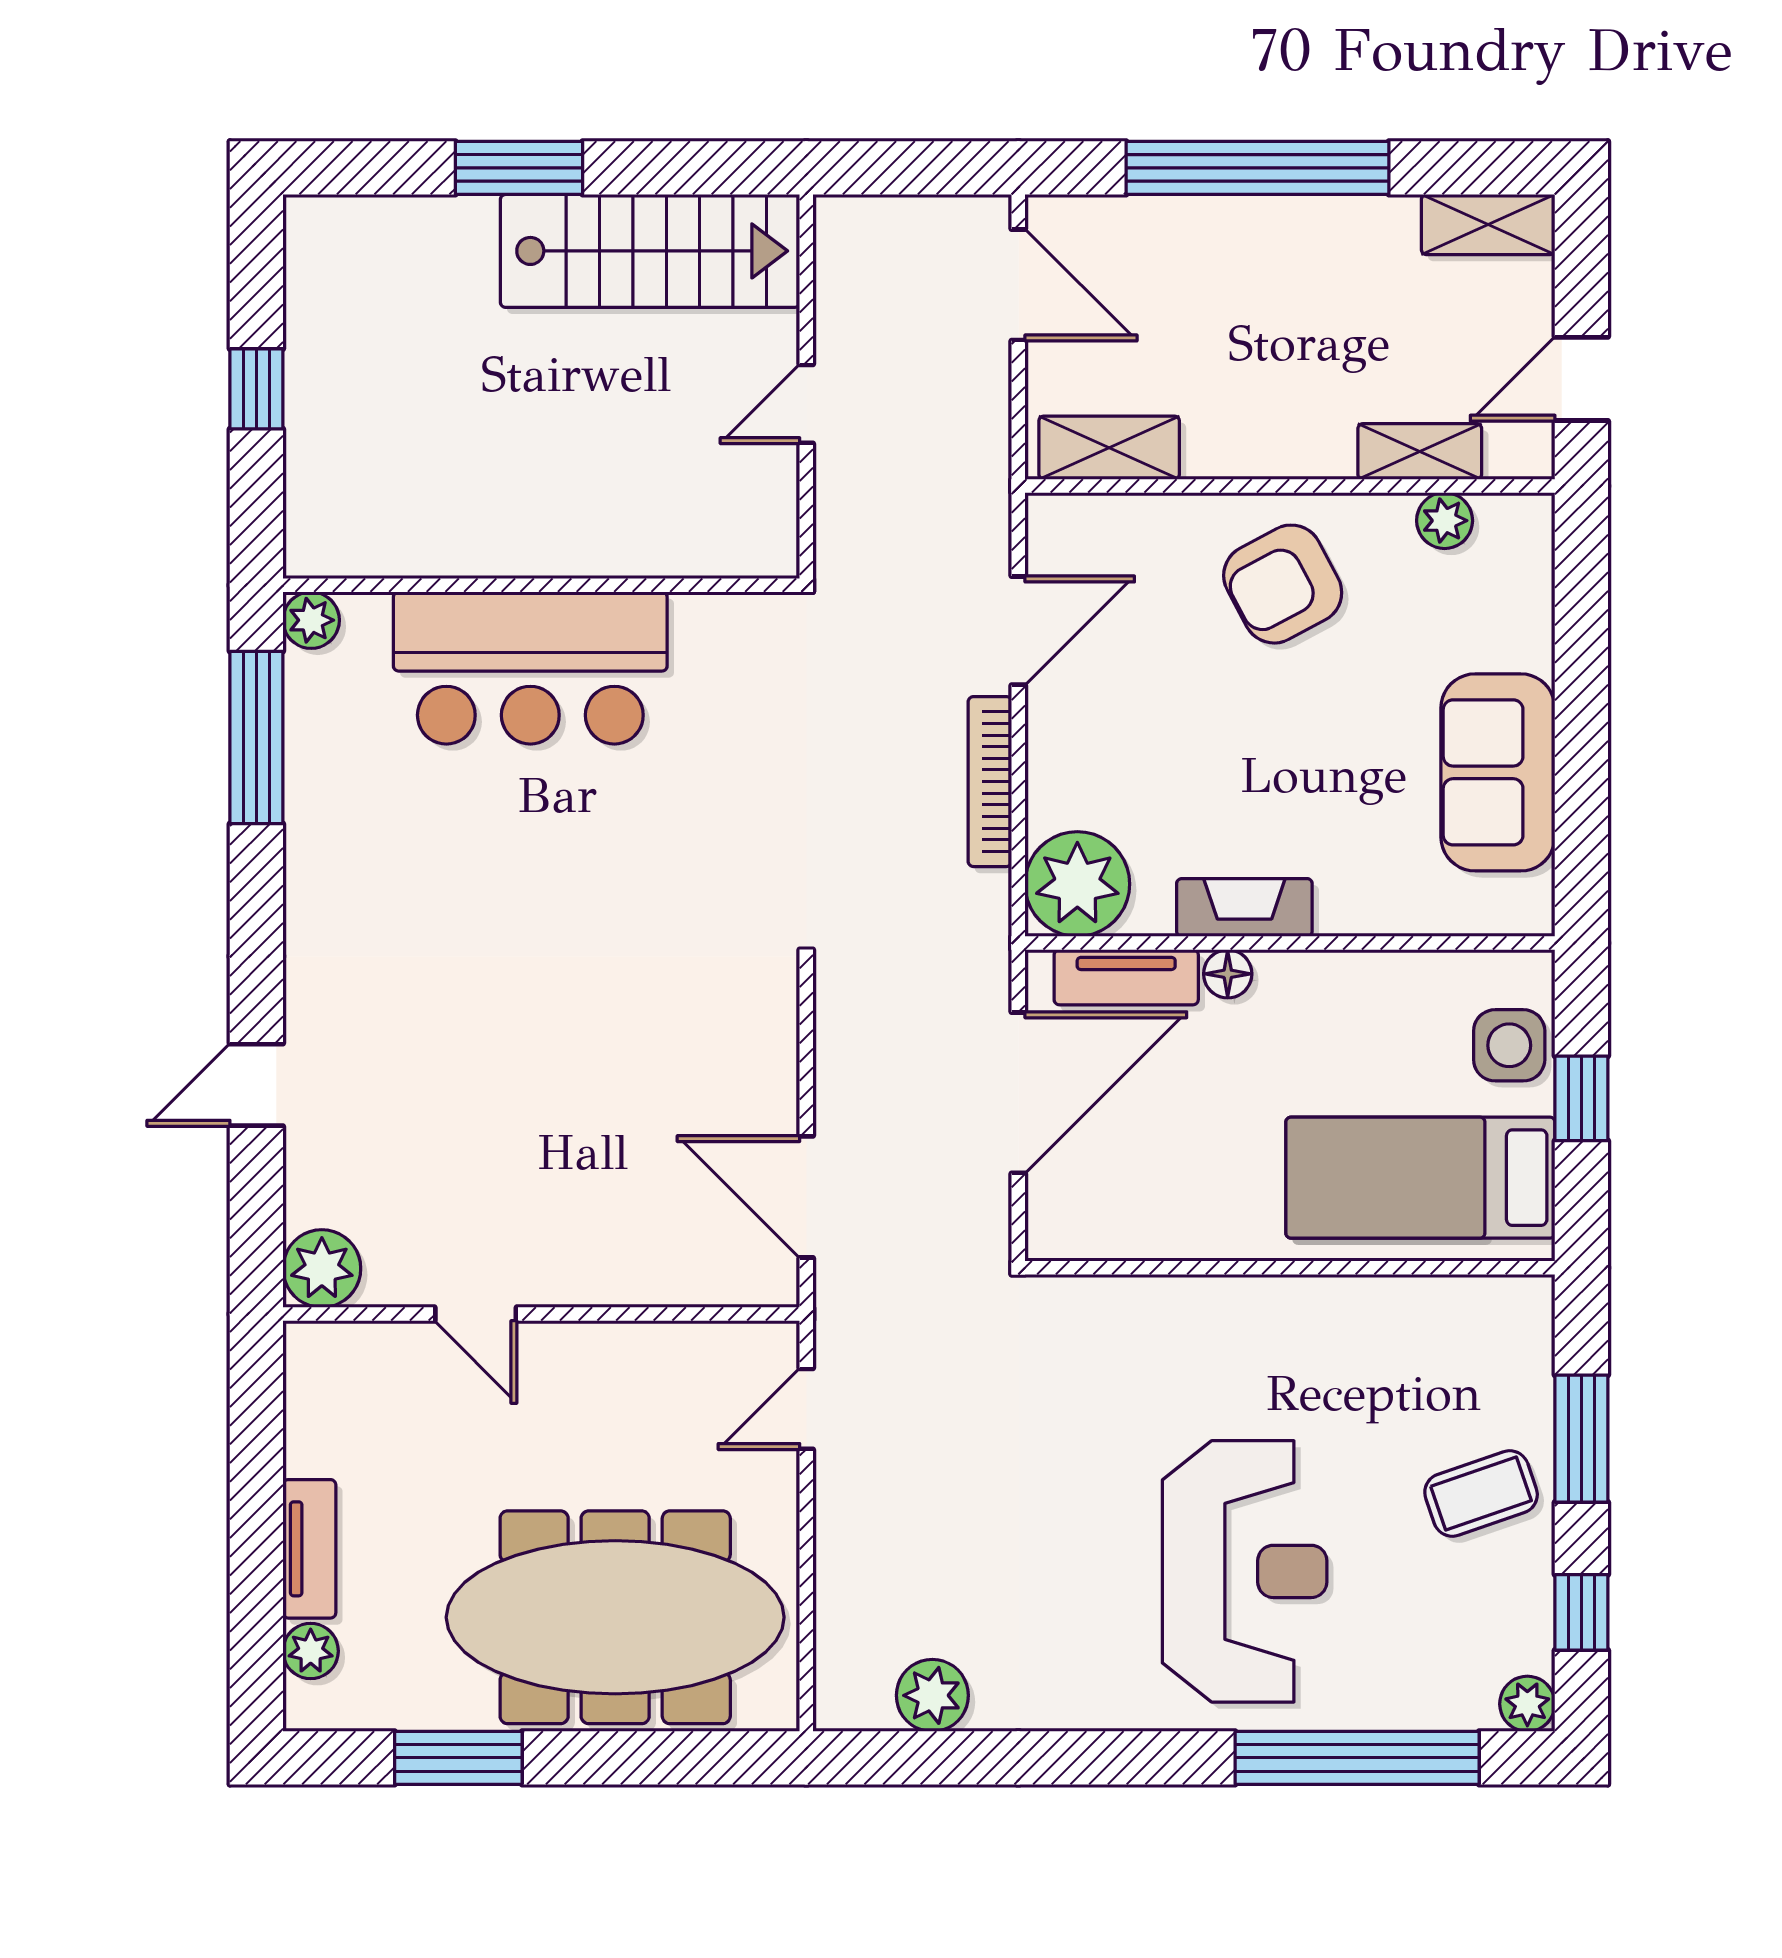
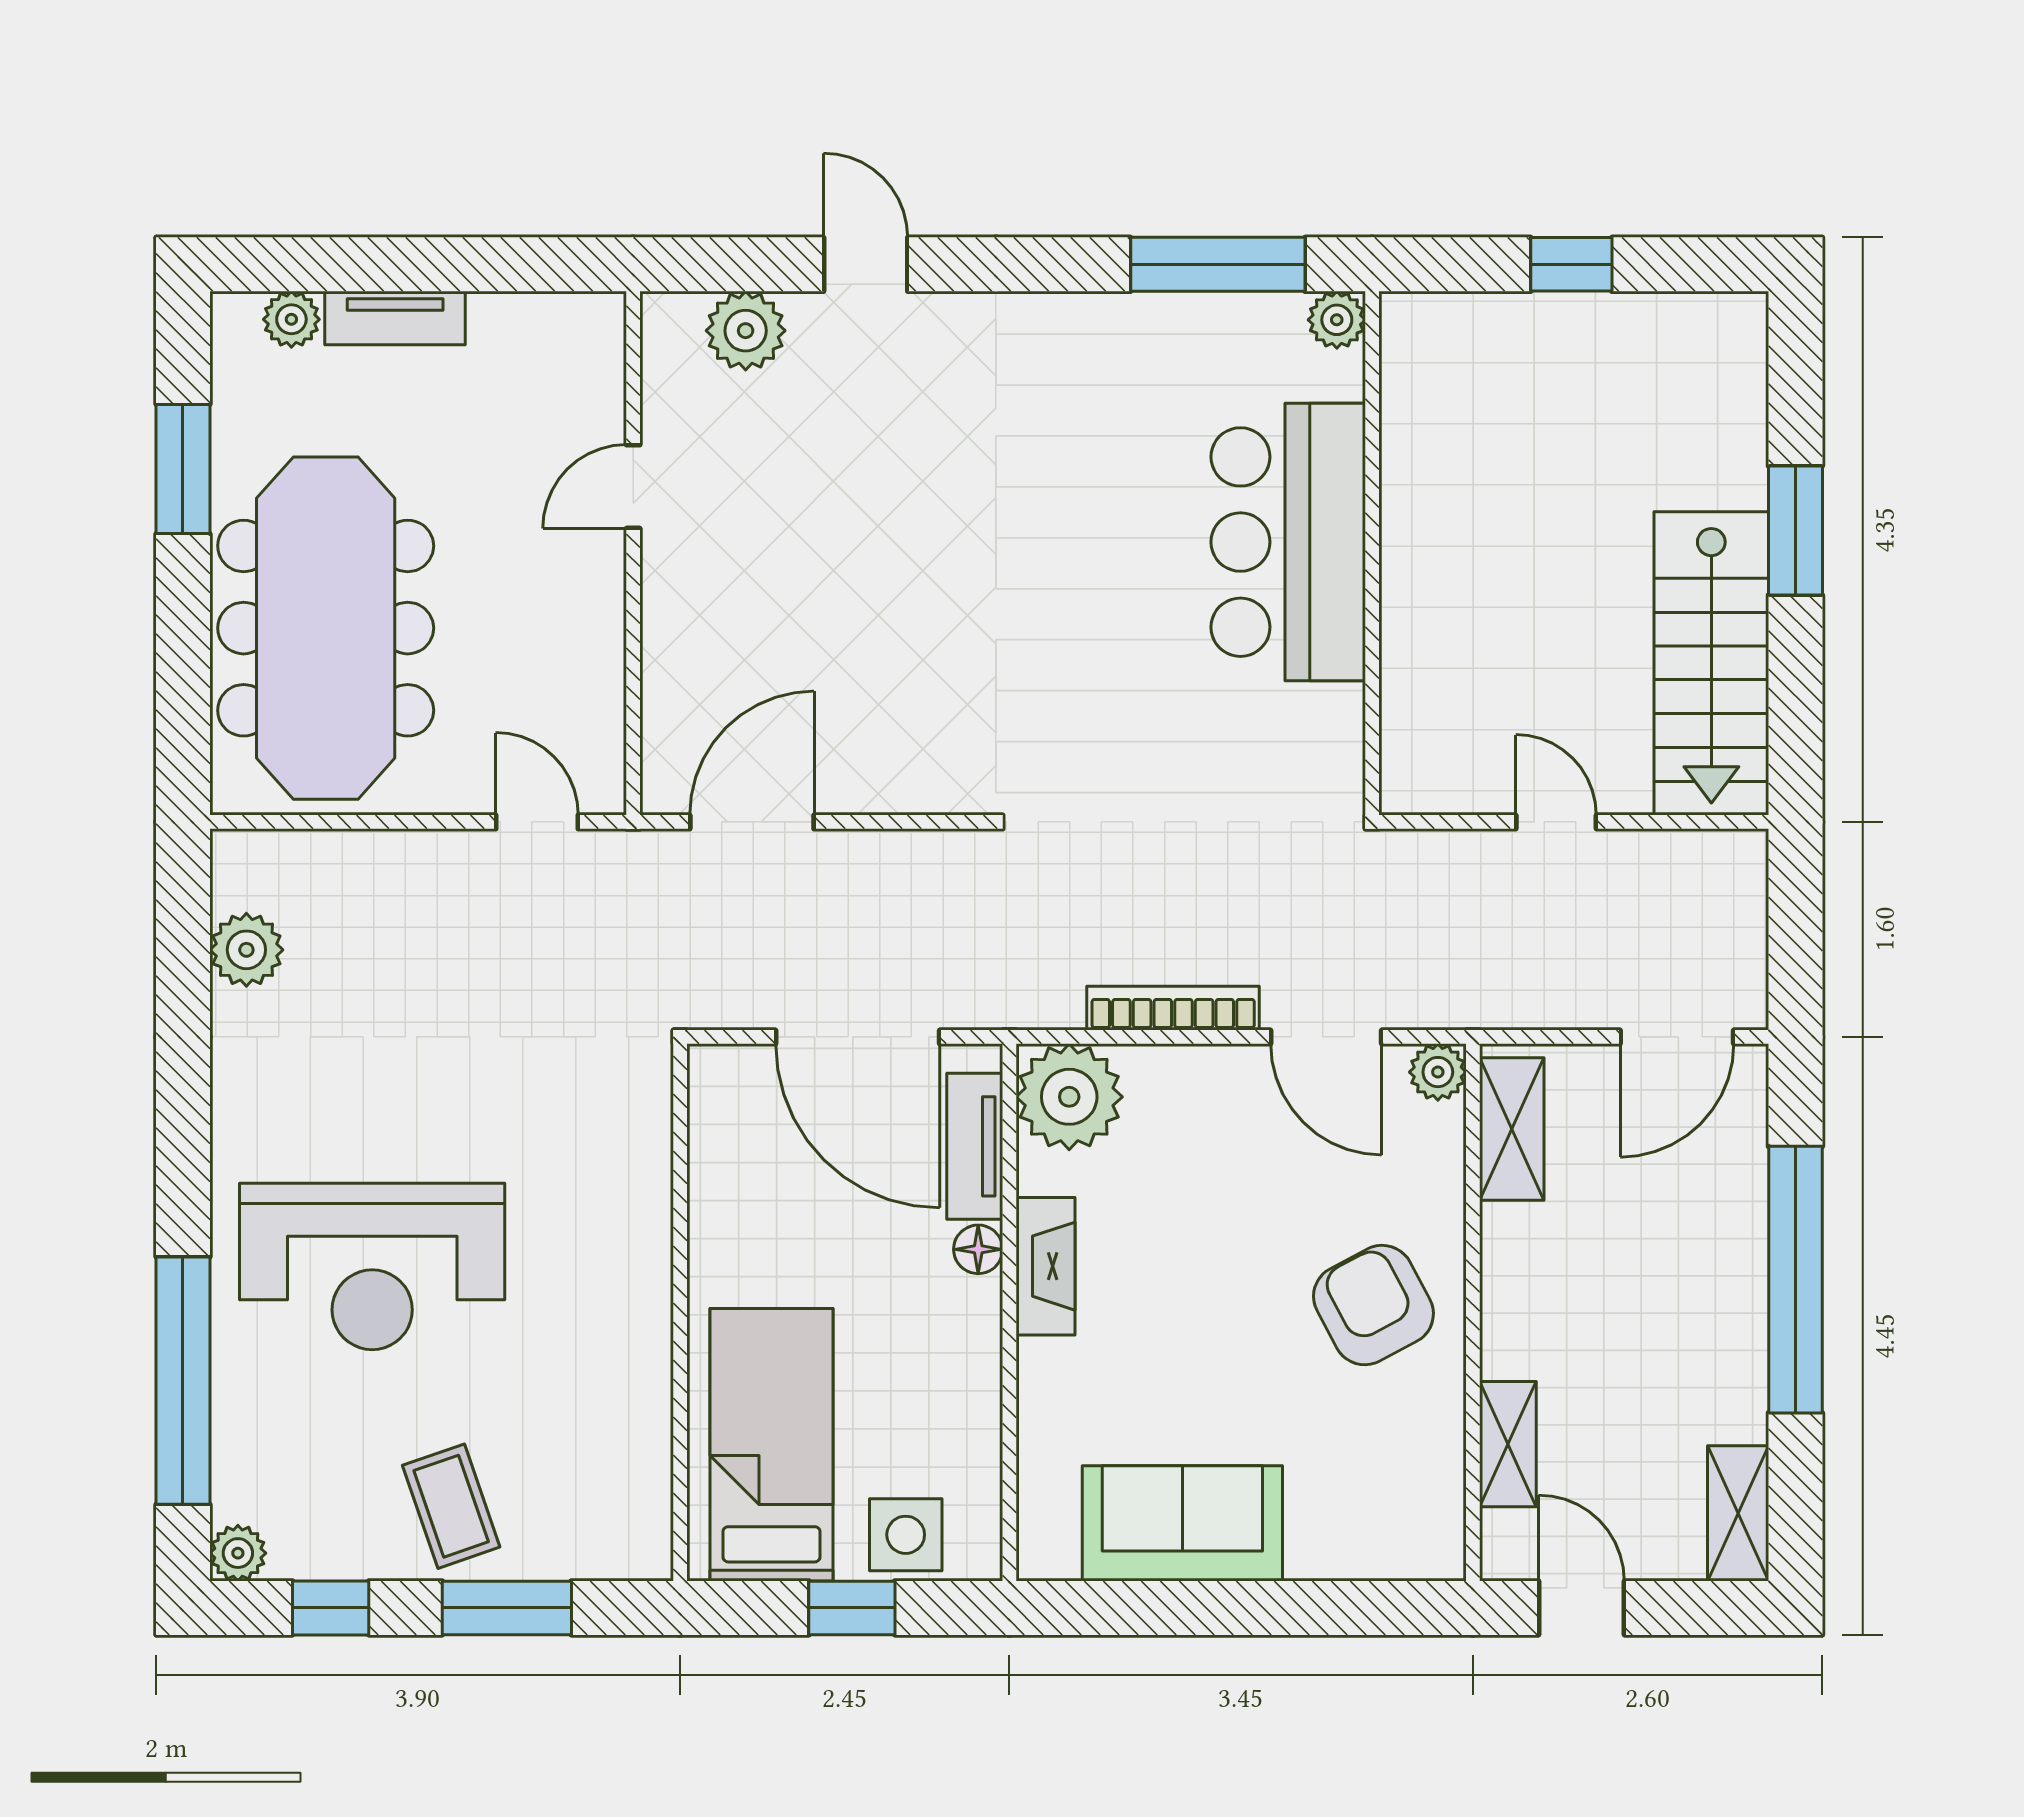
plant: (1445, 521) -> (1438, 1072), moved
plant: (322, 1269) -> (746, 331), moved

